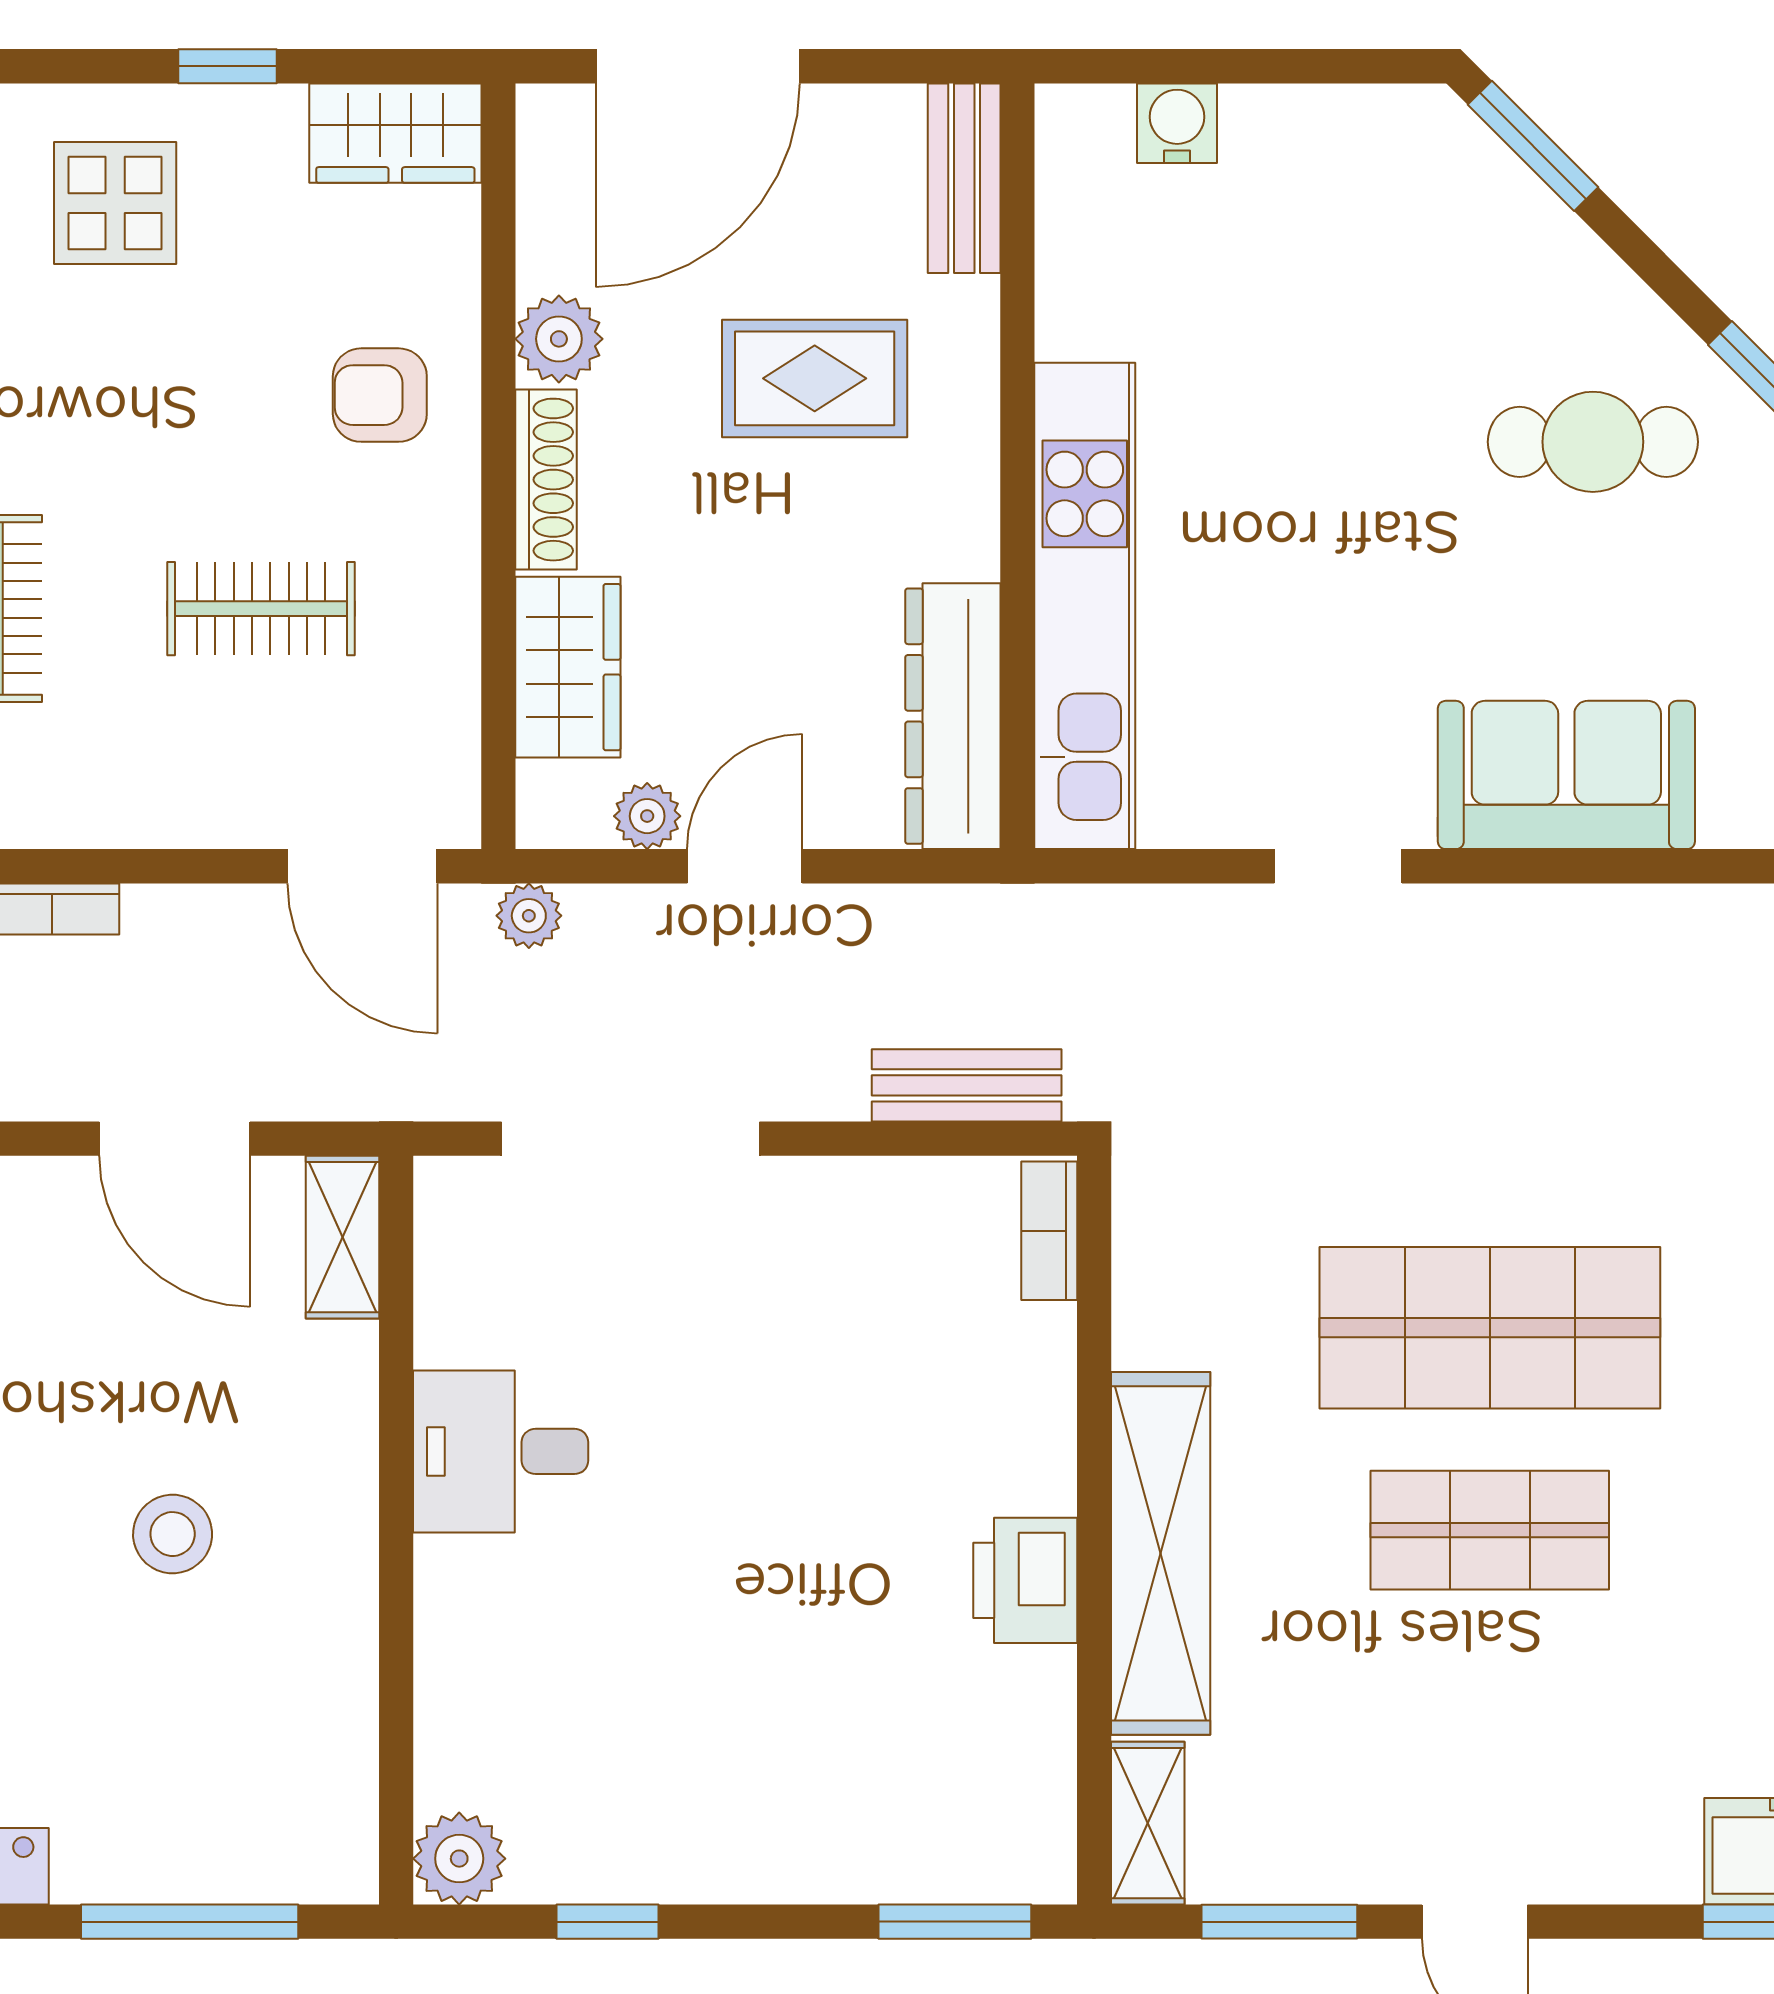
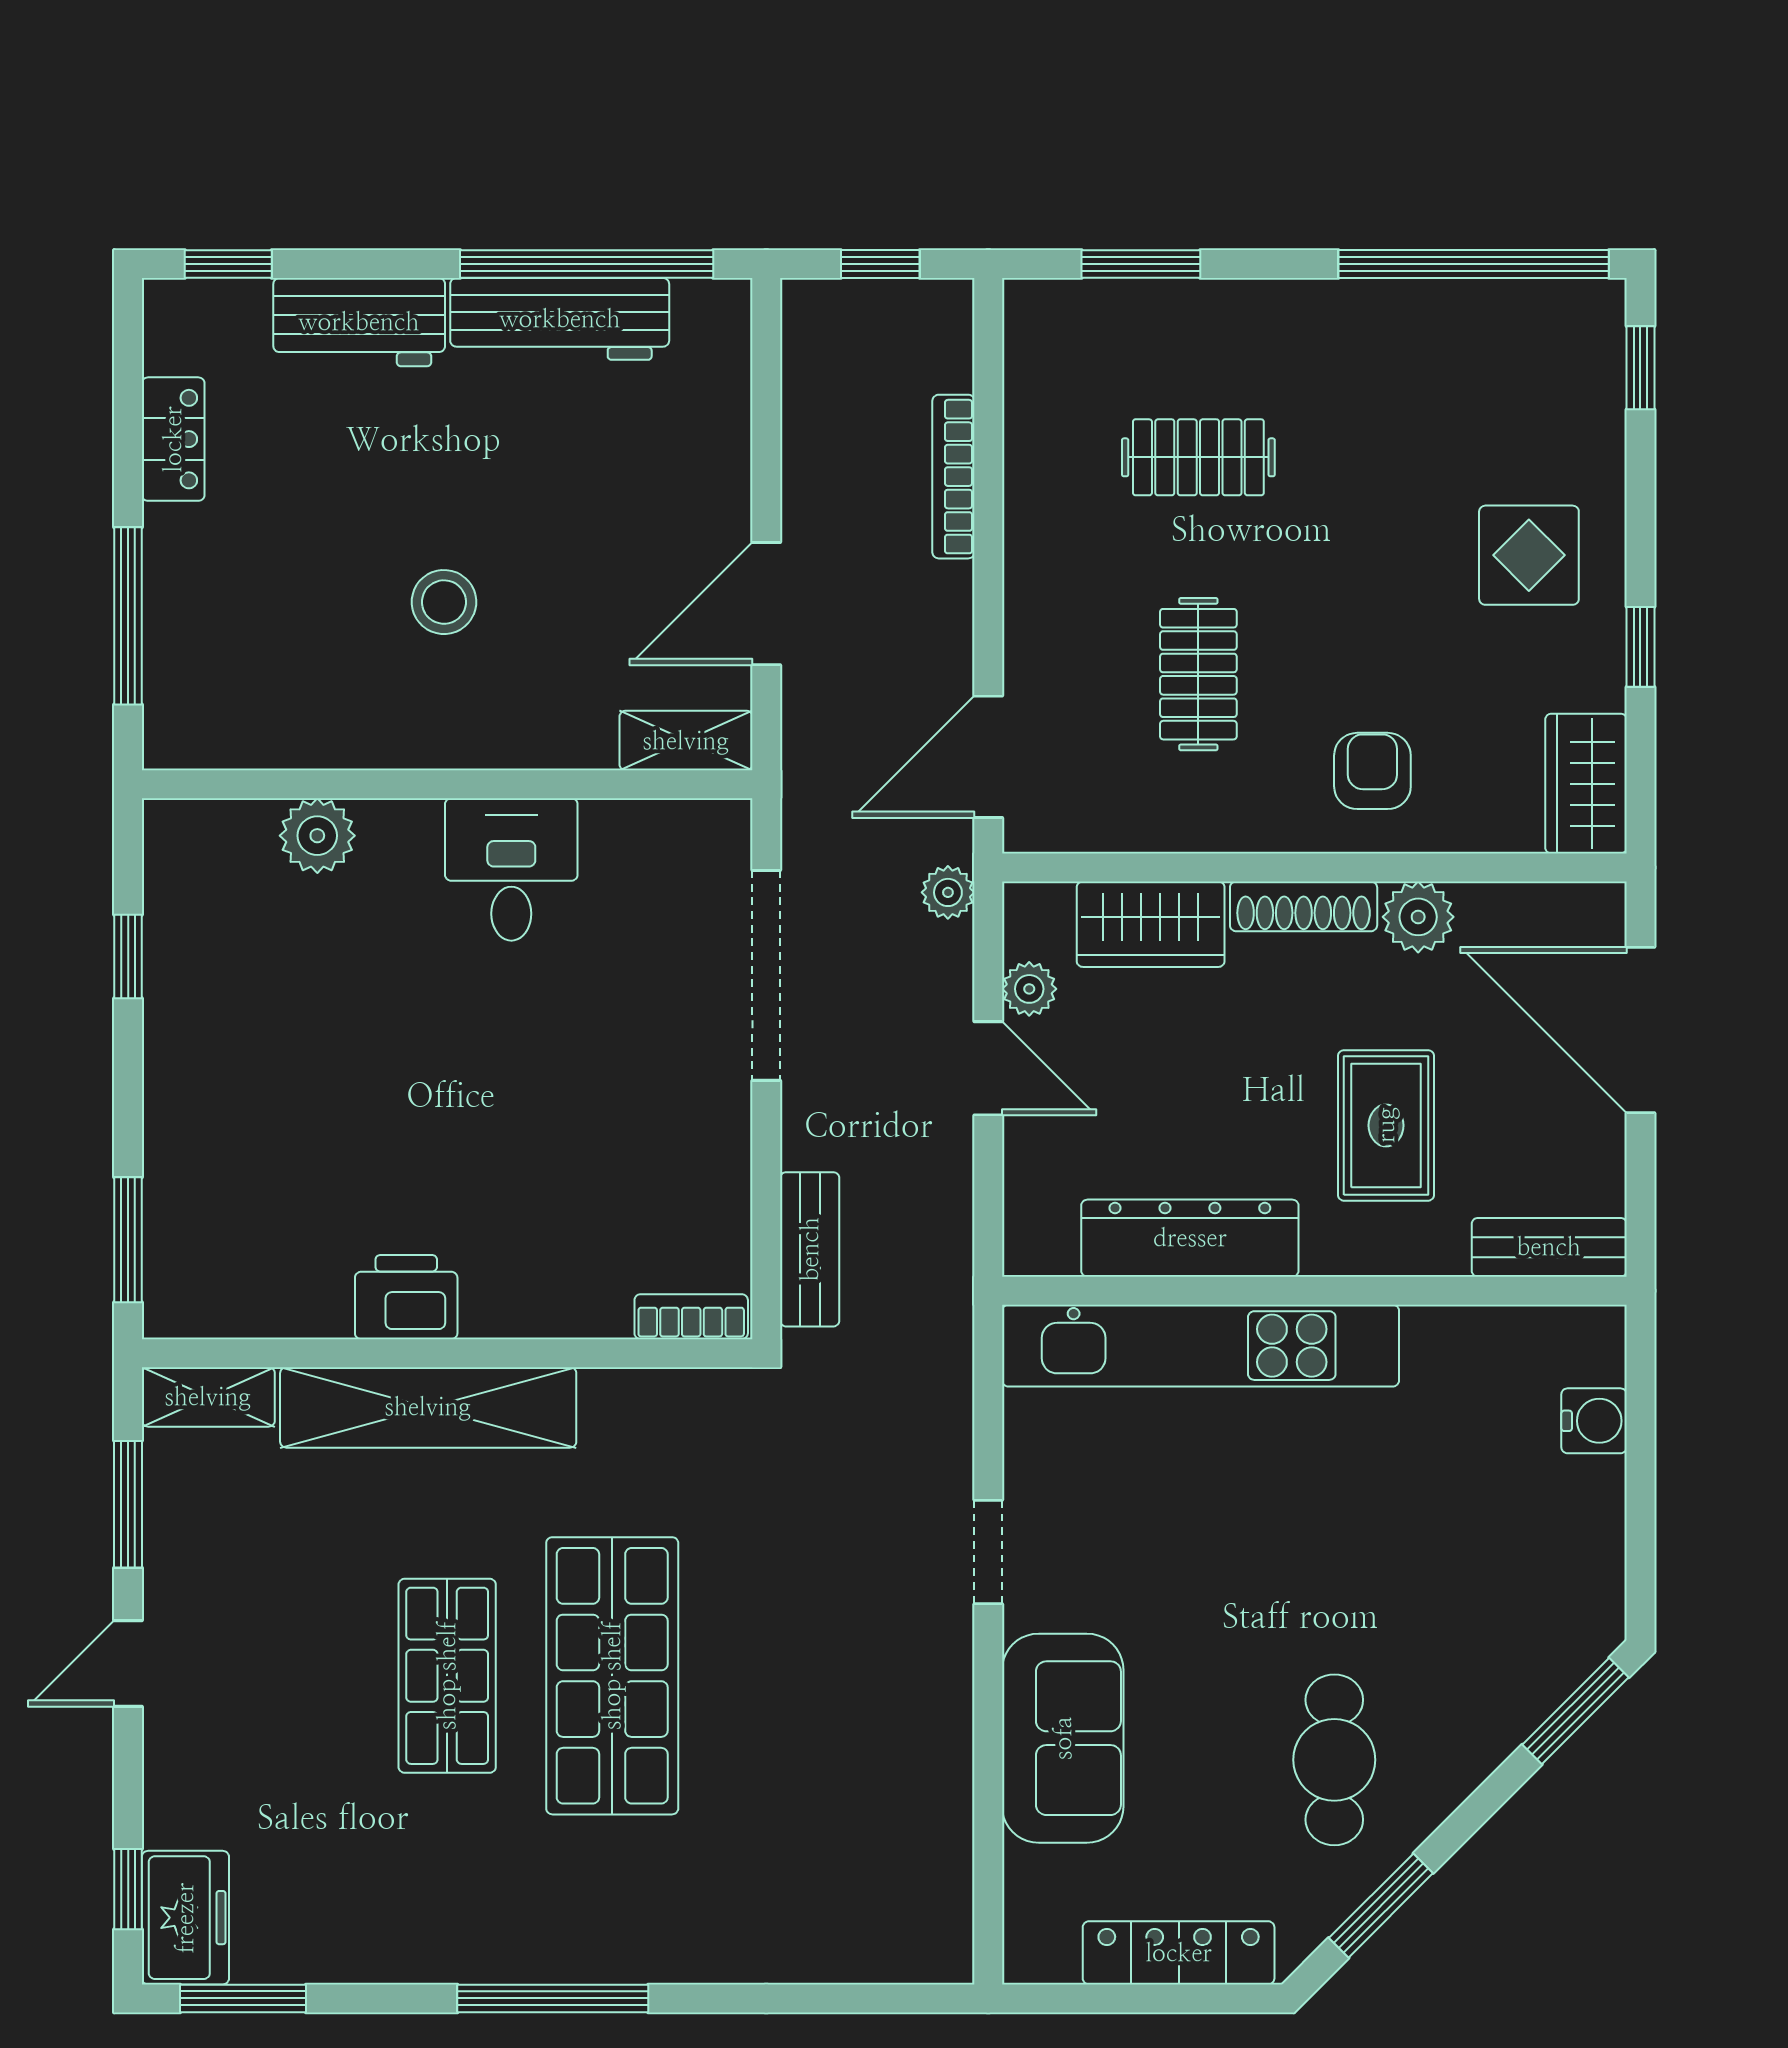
dresser: (953, 716) -> (1190, 1238), moved
plant: (459, 1859) -> (317, 836), moved

